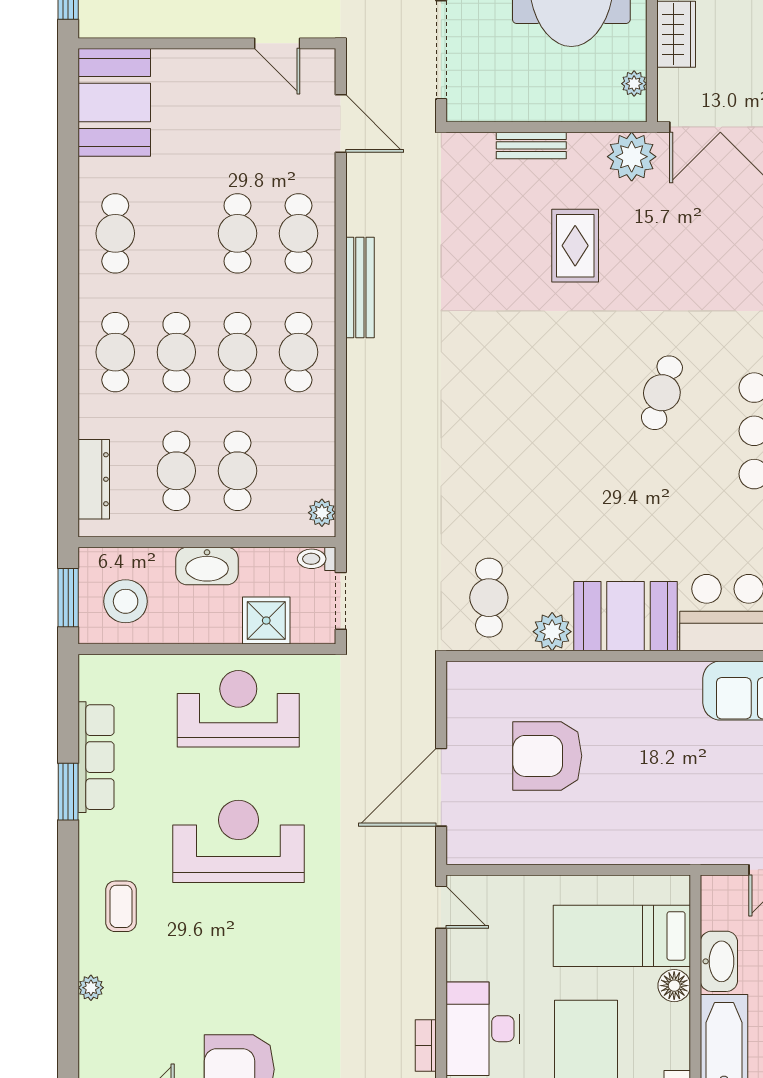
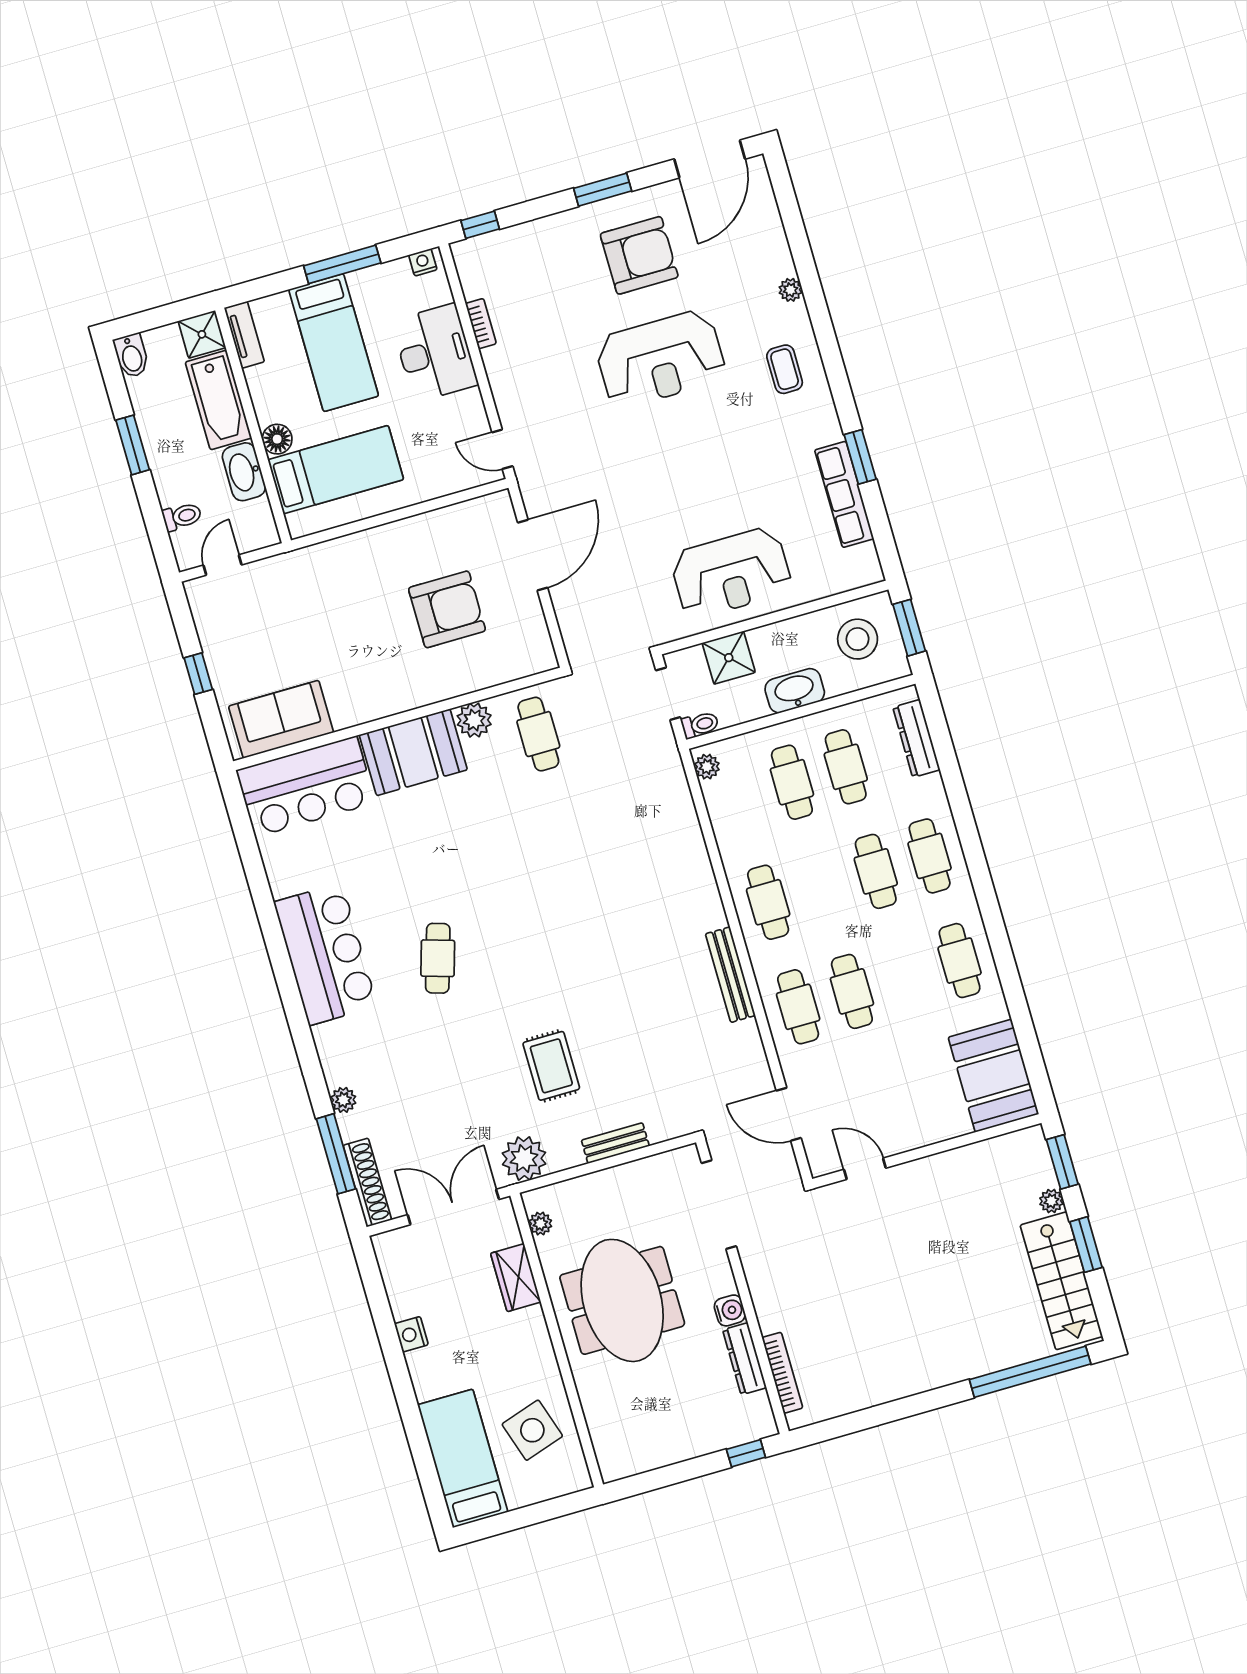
cafe table: (237, 352) -> (822, 887), removed
reception desk: (238, 841) -> (660, 359), moved

